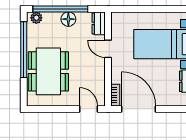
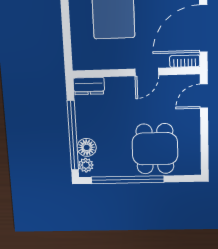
floor lamp: (68, 19) -> (87, 147), moved
door: (108, 49) -> (147, 72), moved
dining table: (48, 71) -> (155, 149), width x0.73

